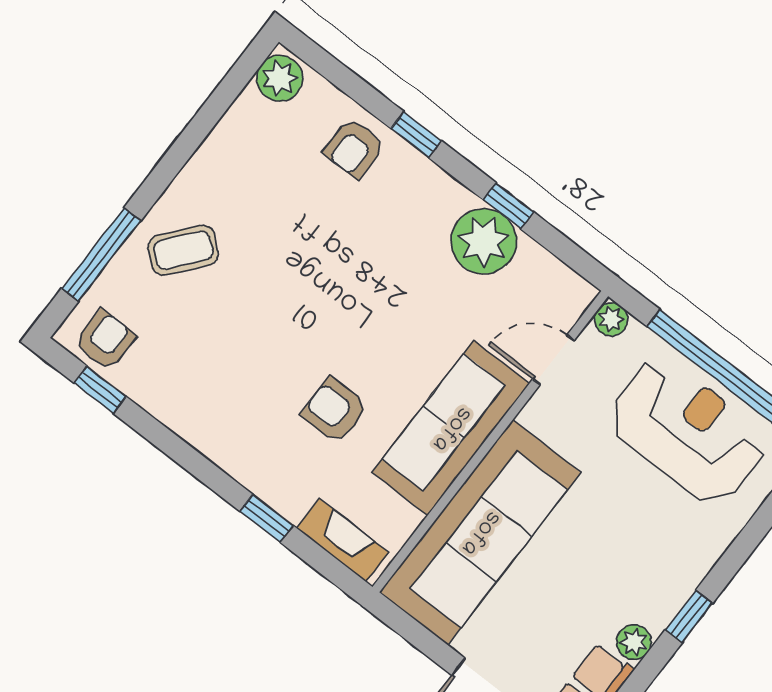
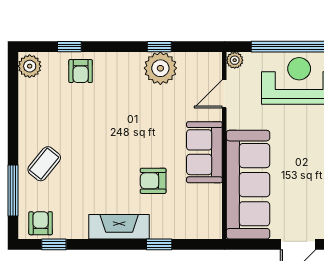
window: (416, 135) -> (69, 47), moved
sofa: (451, 428) -> (204, 152), width x0.73
fireplace: (343, 540) -> (119, 227), moved, width x1.37, depth x1.32

